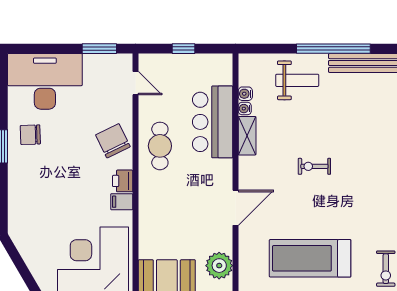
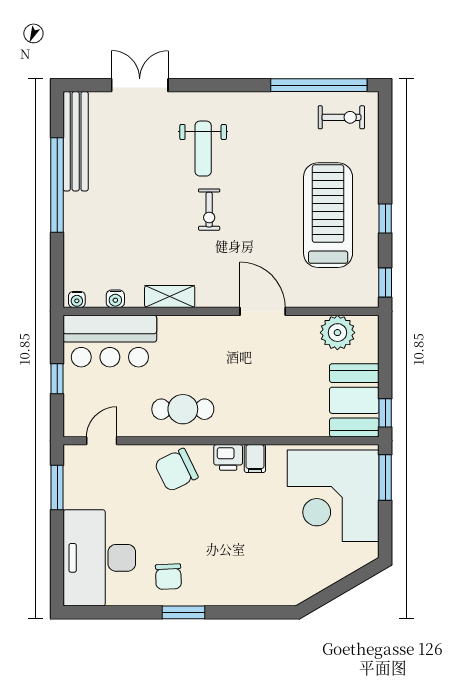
weight bench: (297, 80) -> (203, 149), moved, turned 180
water cooler: (245, 109) -> (77, 300), moved
bar counter: (213, 122) -> (110, 341), moved
treadmill: (310, 258) -> (328, 215), turned 180

